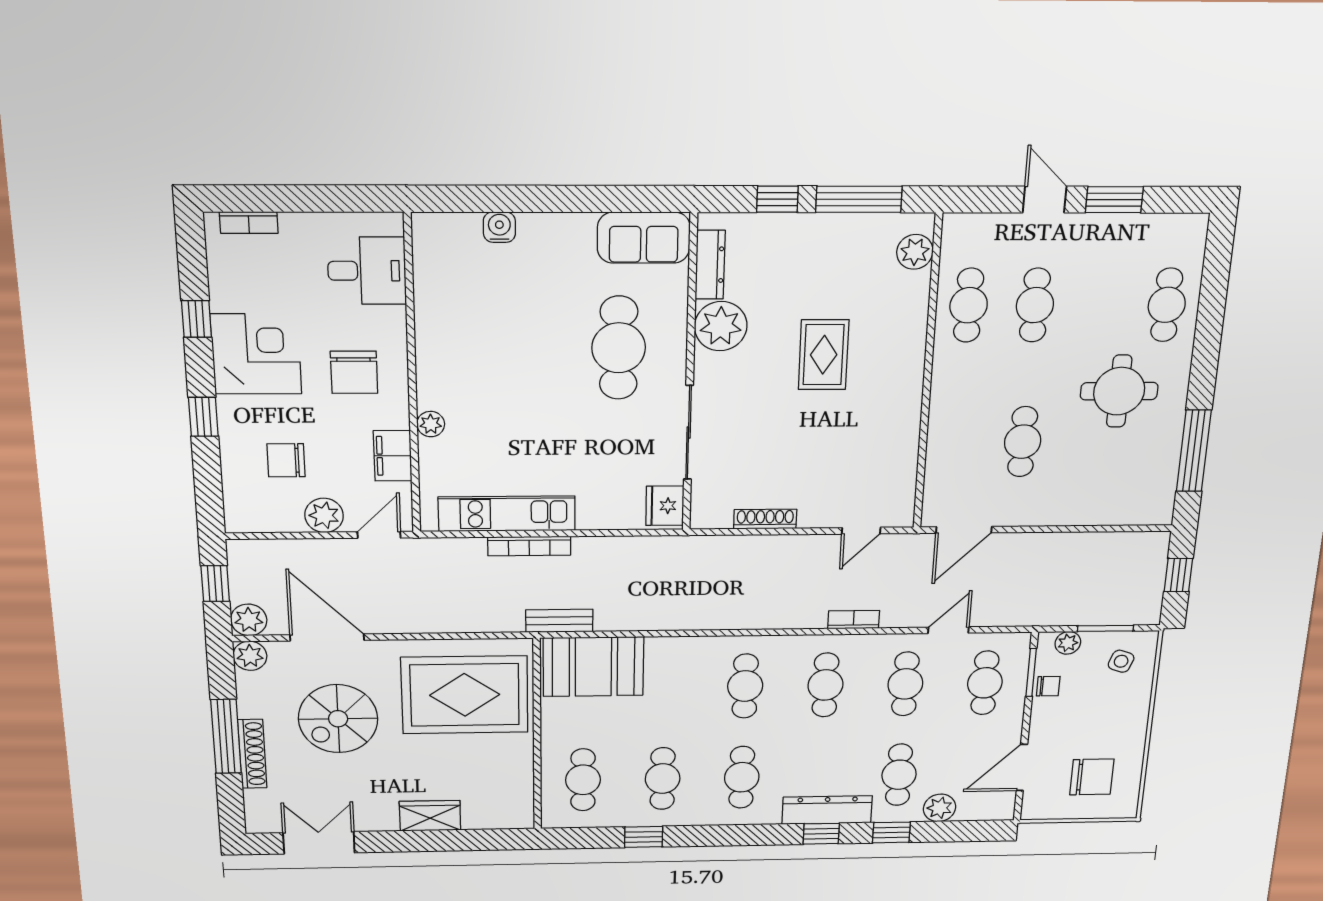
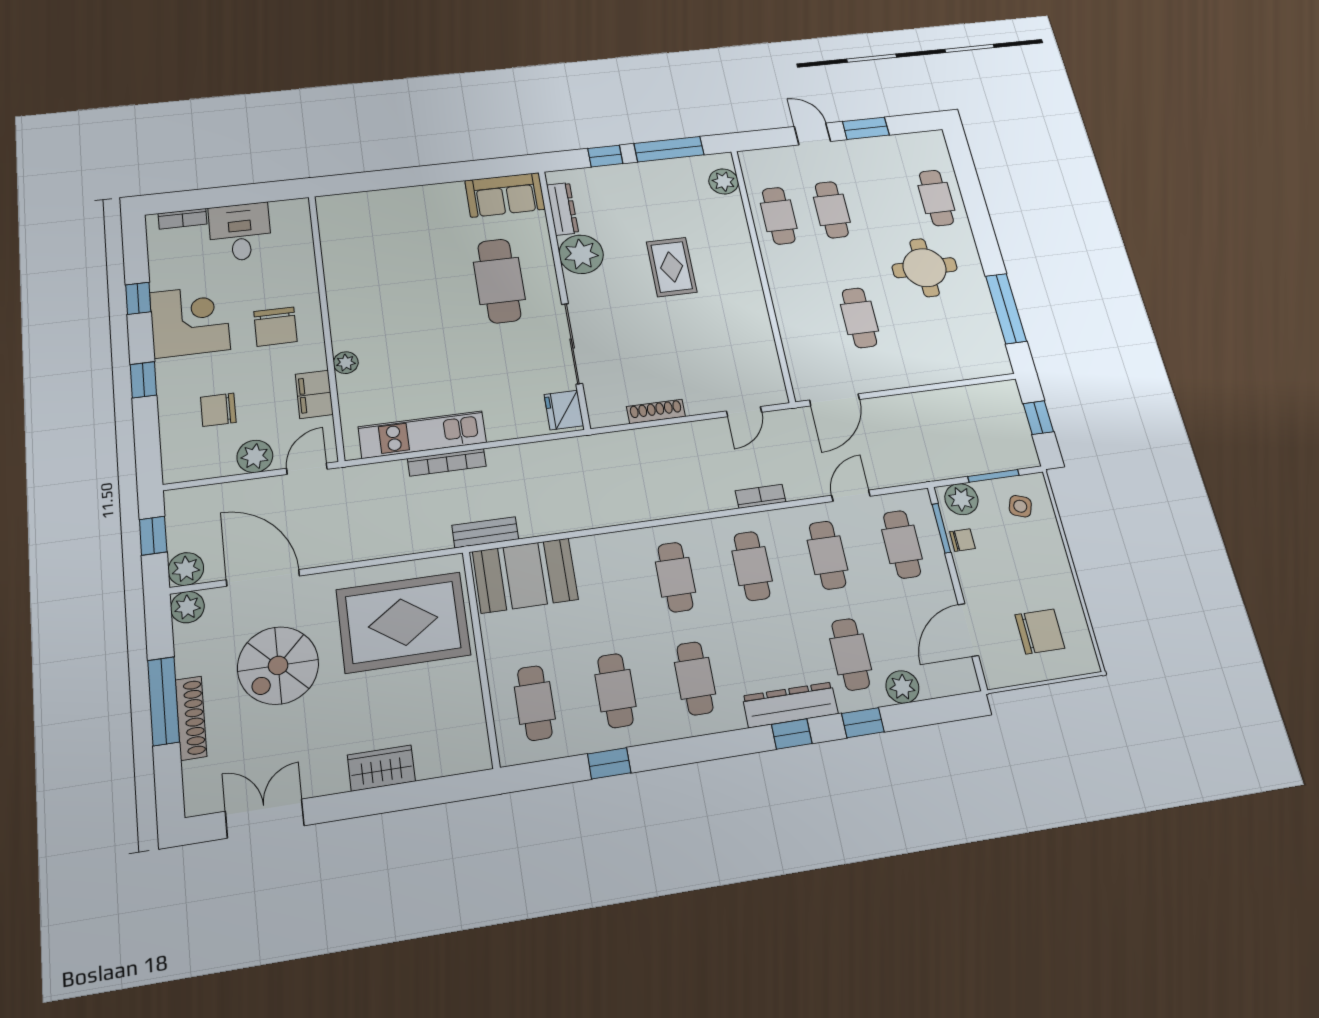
water cooler: (499, 227) -> (388, 200), removed
desk: (367, 271) -> (240, 232), moved, turned -90
plant: (1068, 643) -> (961, 499), width x1.38, depth x1.38

